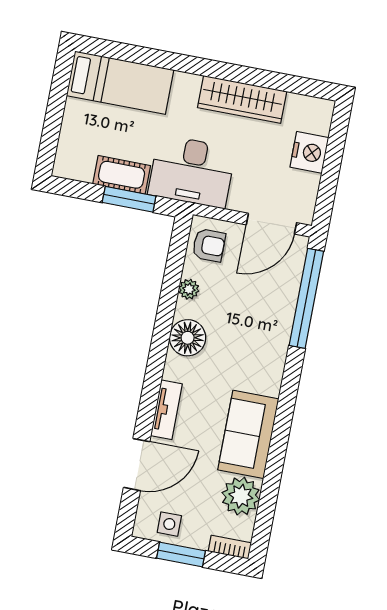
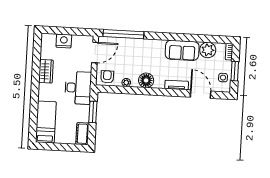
wardrobe: (242, 99) -> (46, 71), width x0.67
cot: (122, 175) -> (82, 134), moved
door: (271, 224) -> (95, 53), hinge flipped

